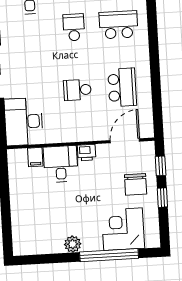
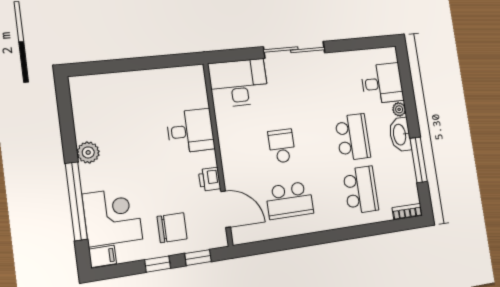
school desk: (74, 27) -> (353, 137), width x1.85
printer: (87, 153) -> (210, 179), moved
filing cabinet: (35, 157) -> (103, 256), moved, turned 180
chair: (136, 184) -> (172, 228), turned 180

